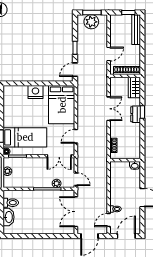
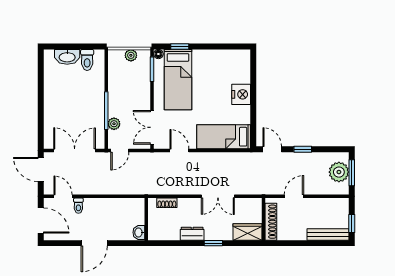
door: (109, 54) -> (294, 196), swing flipped
bed: (62, 105) -> (224, 137), width x0.67
dresser: (136, 114) -> (192, 234), moved

